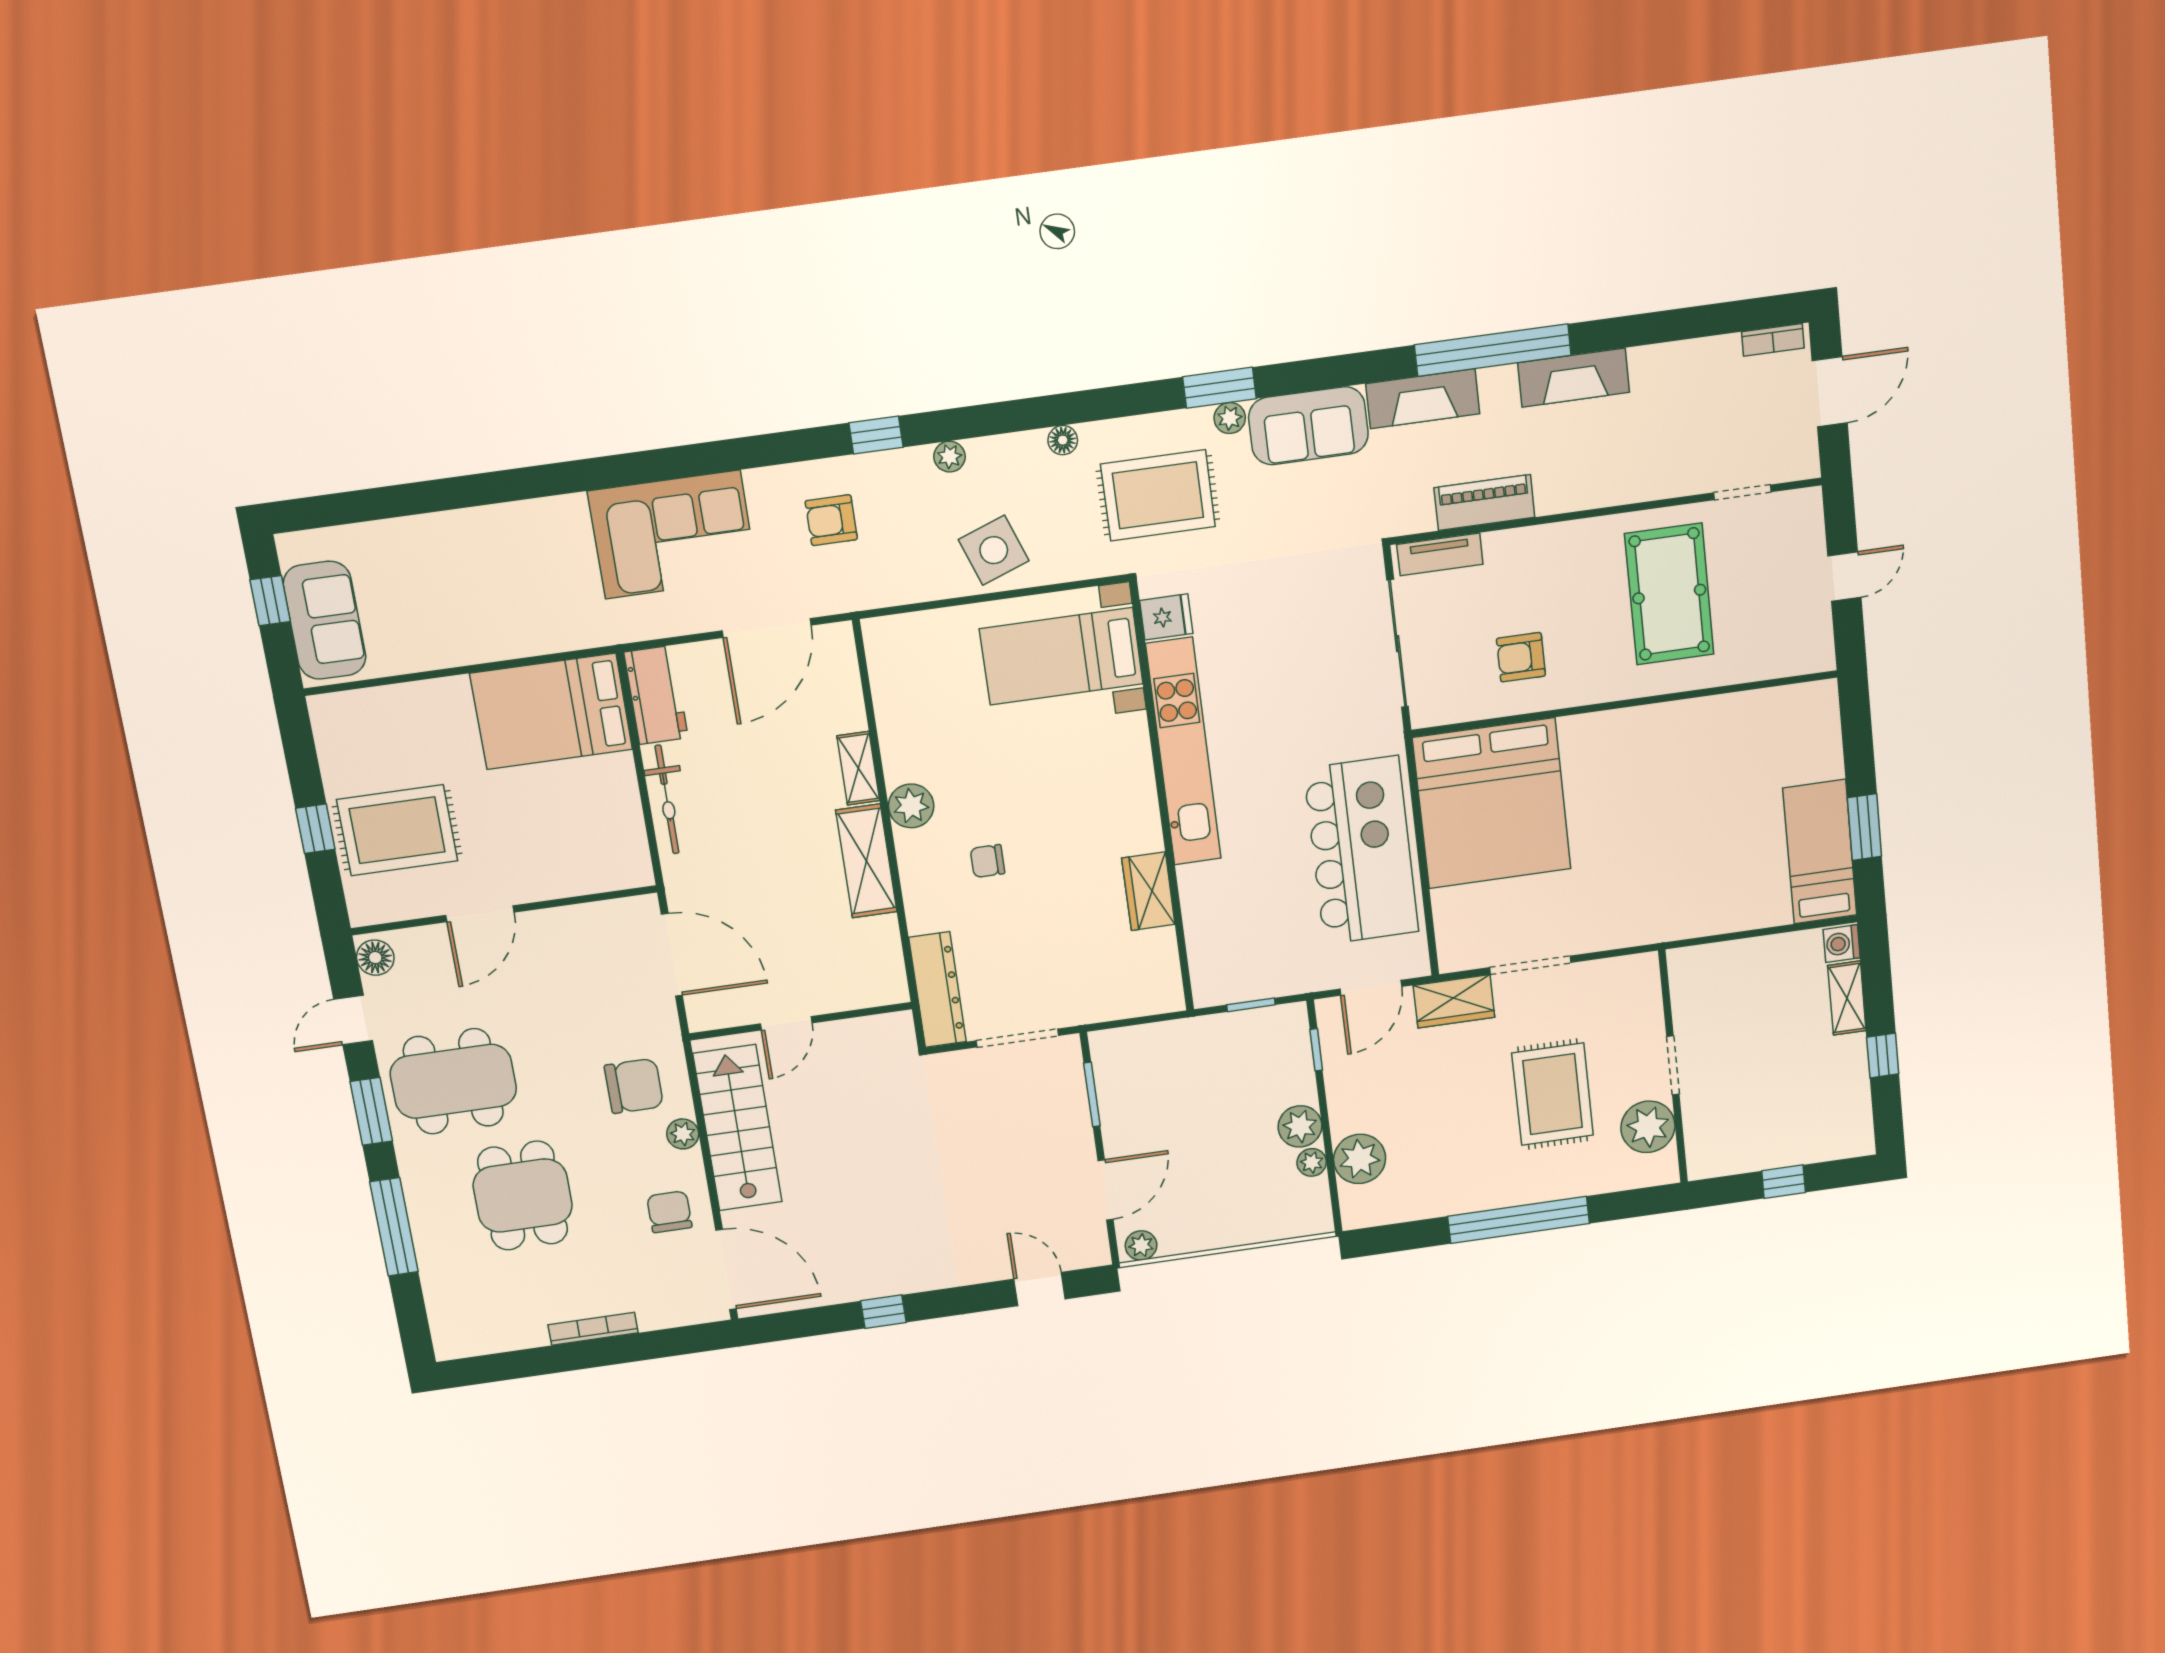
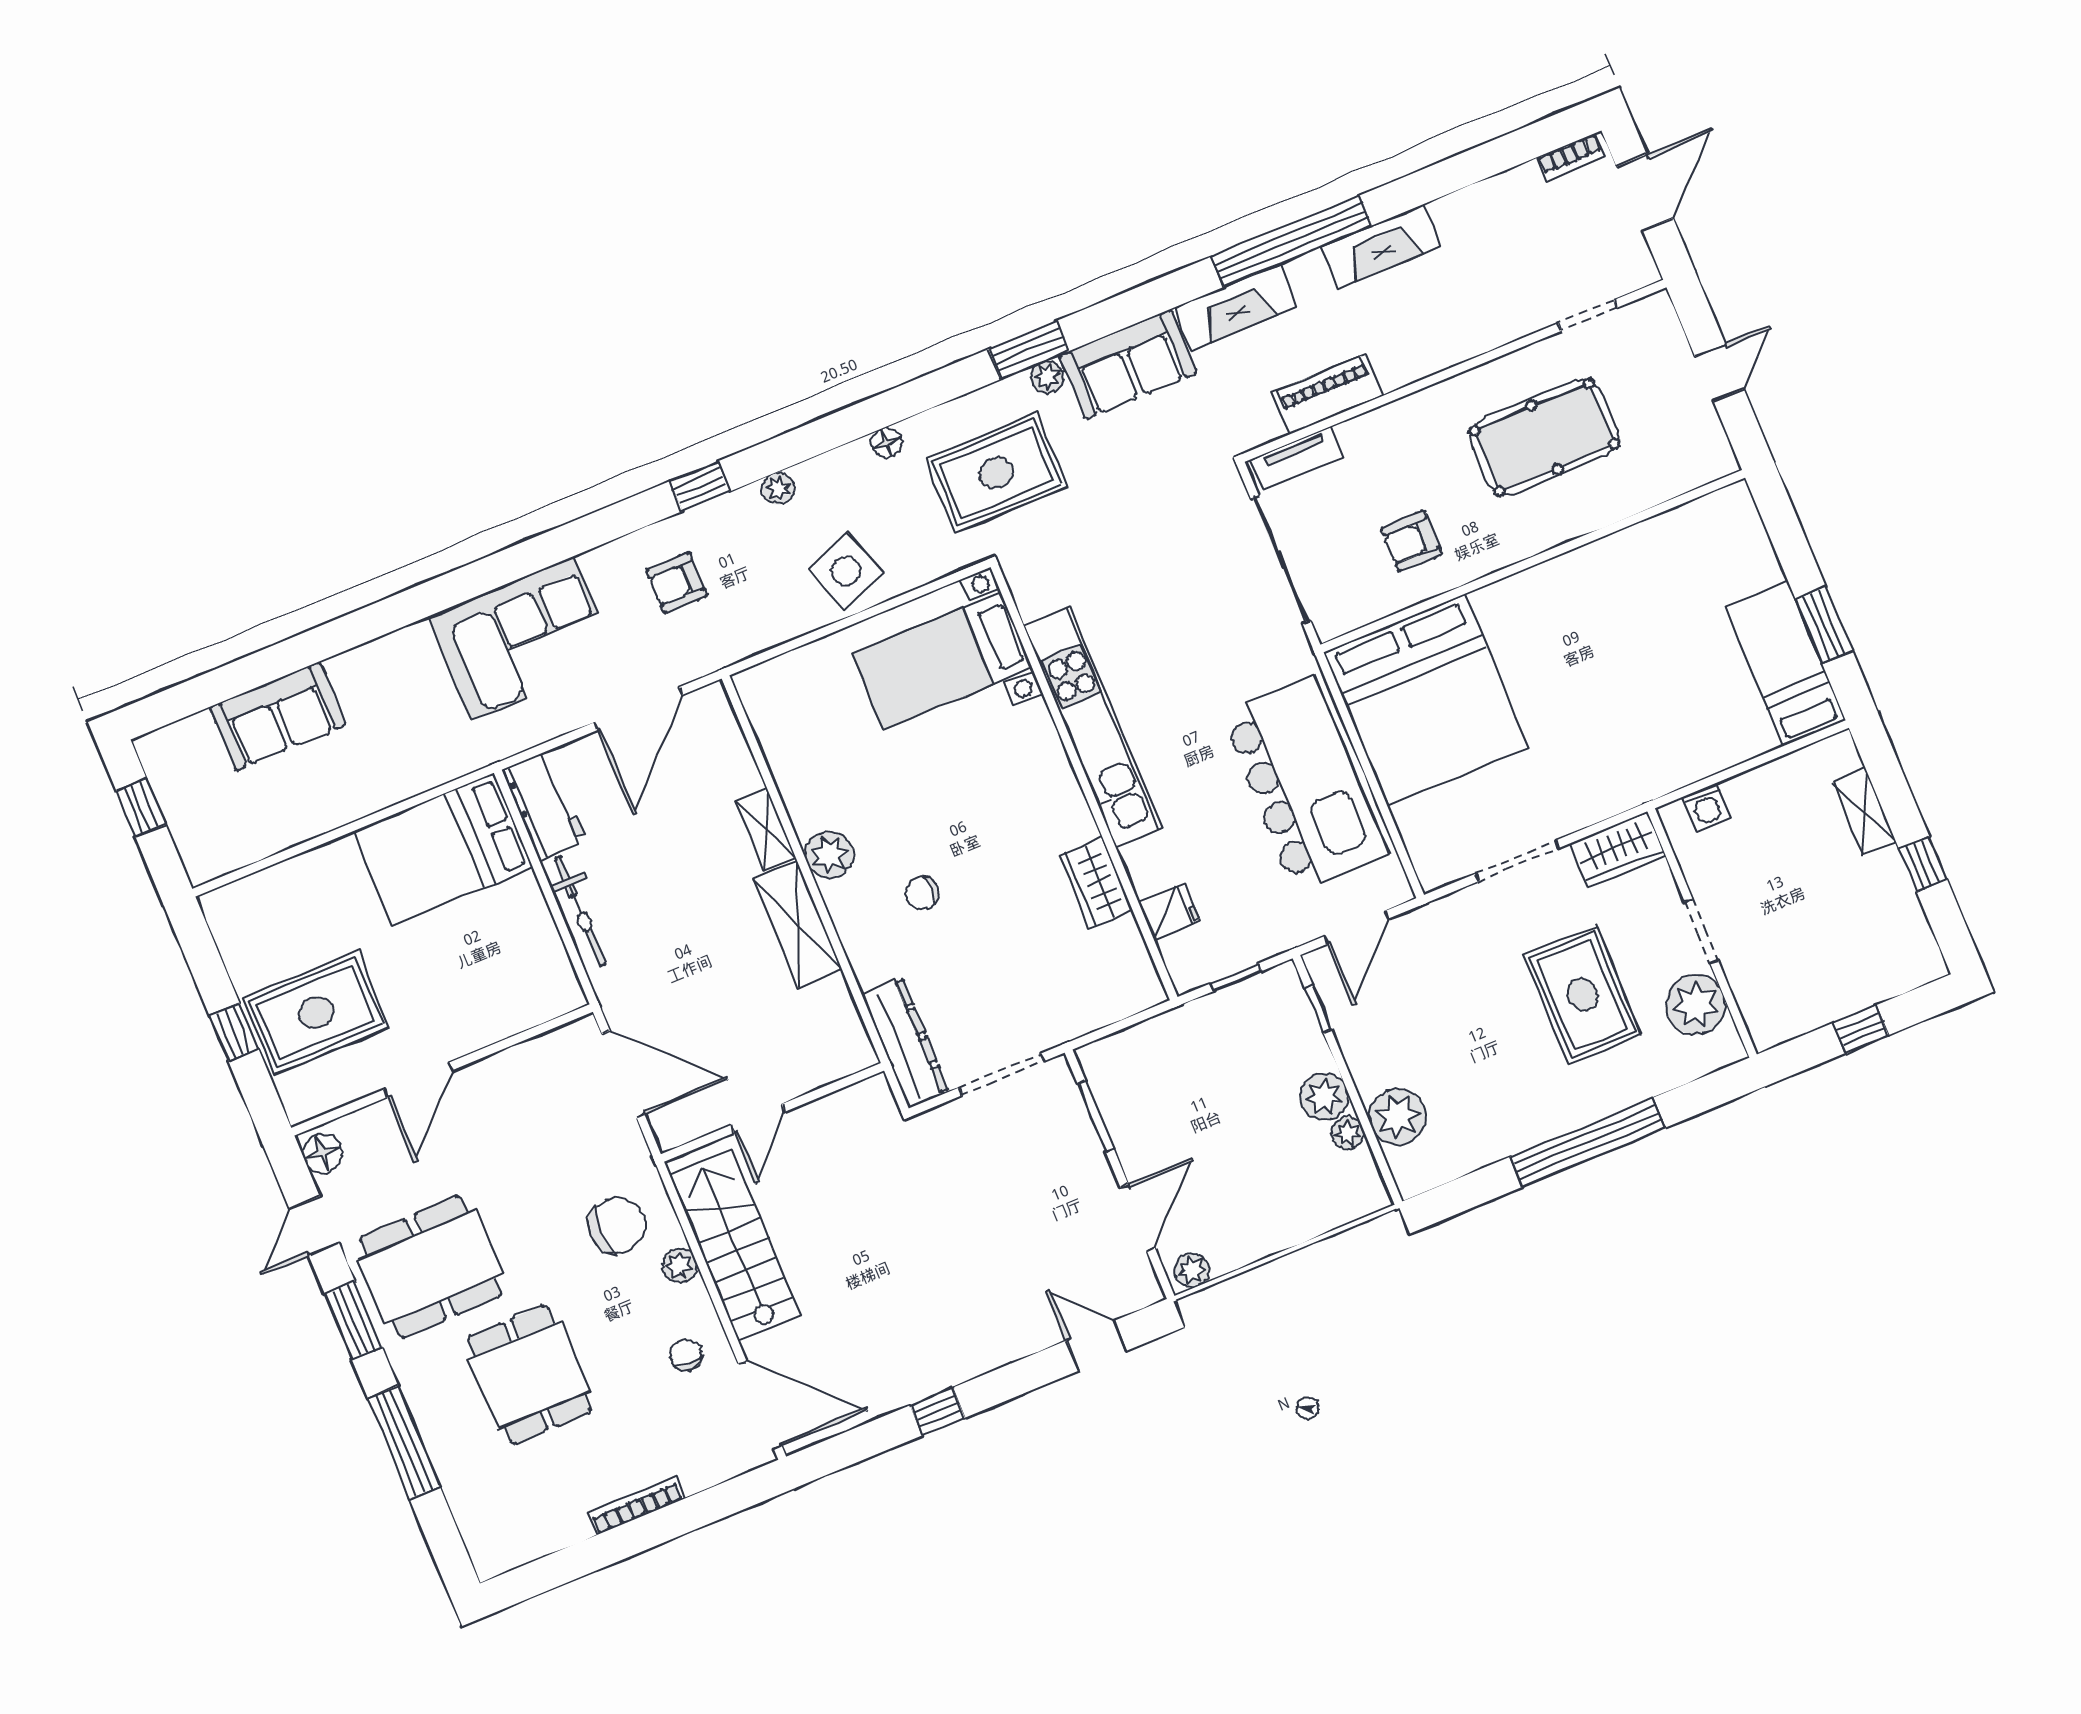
pool table: (1669, 594) -> (1544, 437), turned 90
fridge: (1166, 617) -> (1169, 912), moved
sofa: (325, 620) -> (278, 716), moved, turned 90
washing machine: (1842, 944) -> (1706, 807), moved, turned -90
wardrobe: (1454, 1001) -> (1618, 850), moved
chair: (669, 1212) -> (686, 1355), width x0.73, depth x0.73

